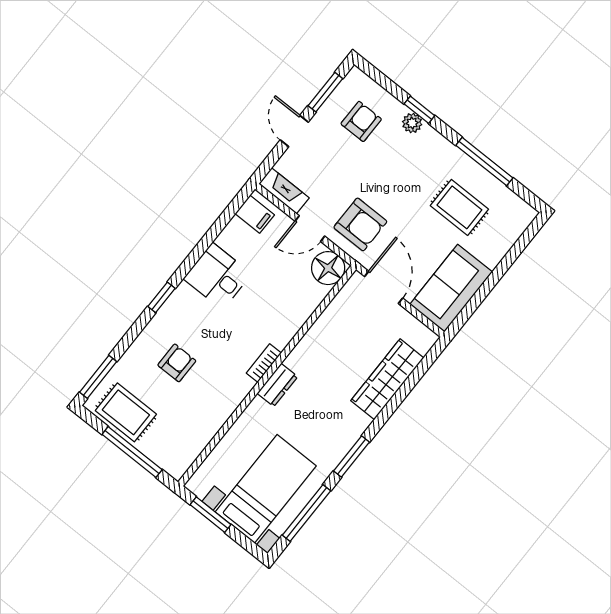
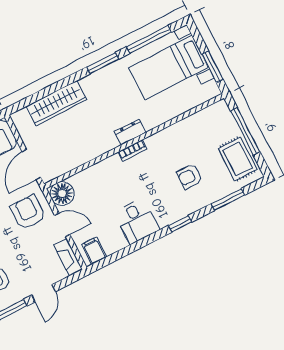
window: (98, 377) -> (228, 199), moved

